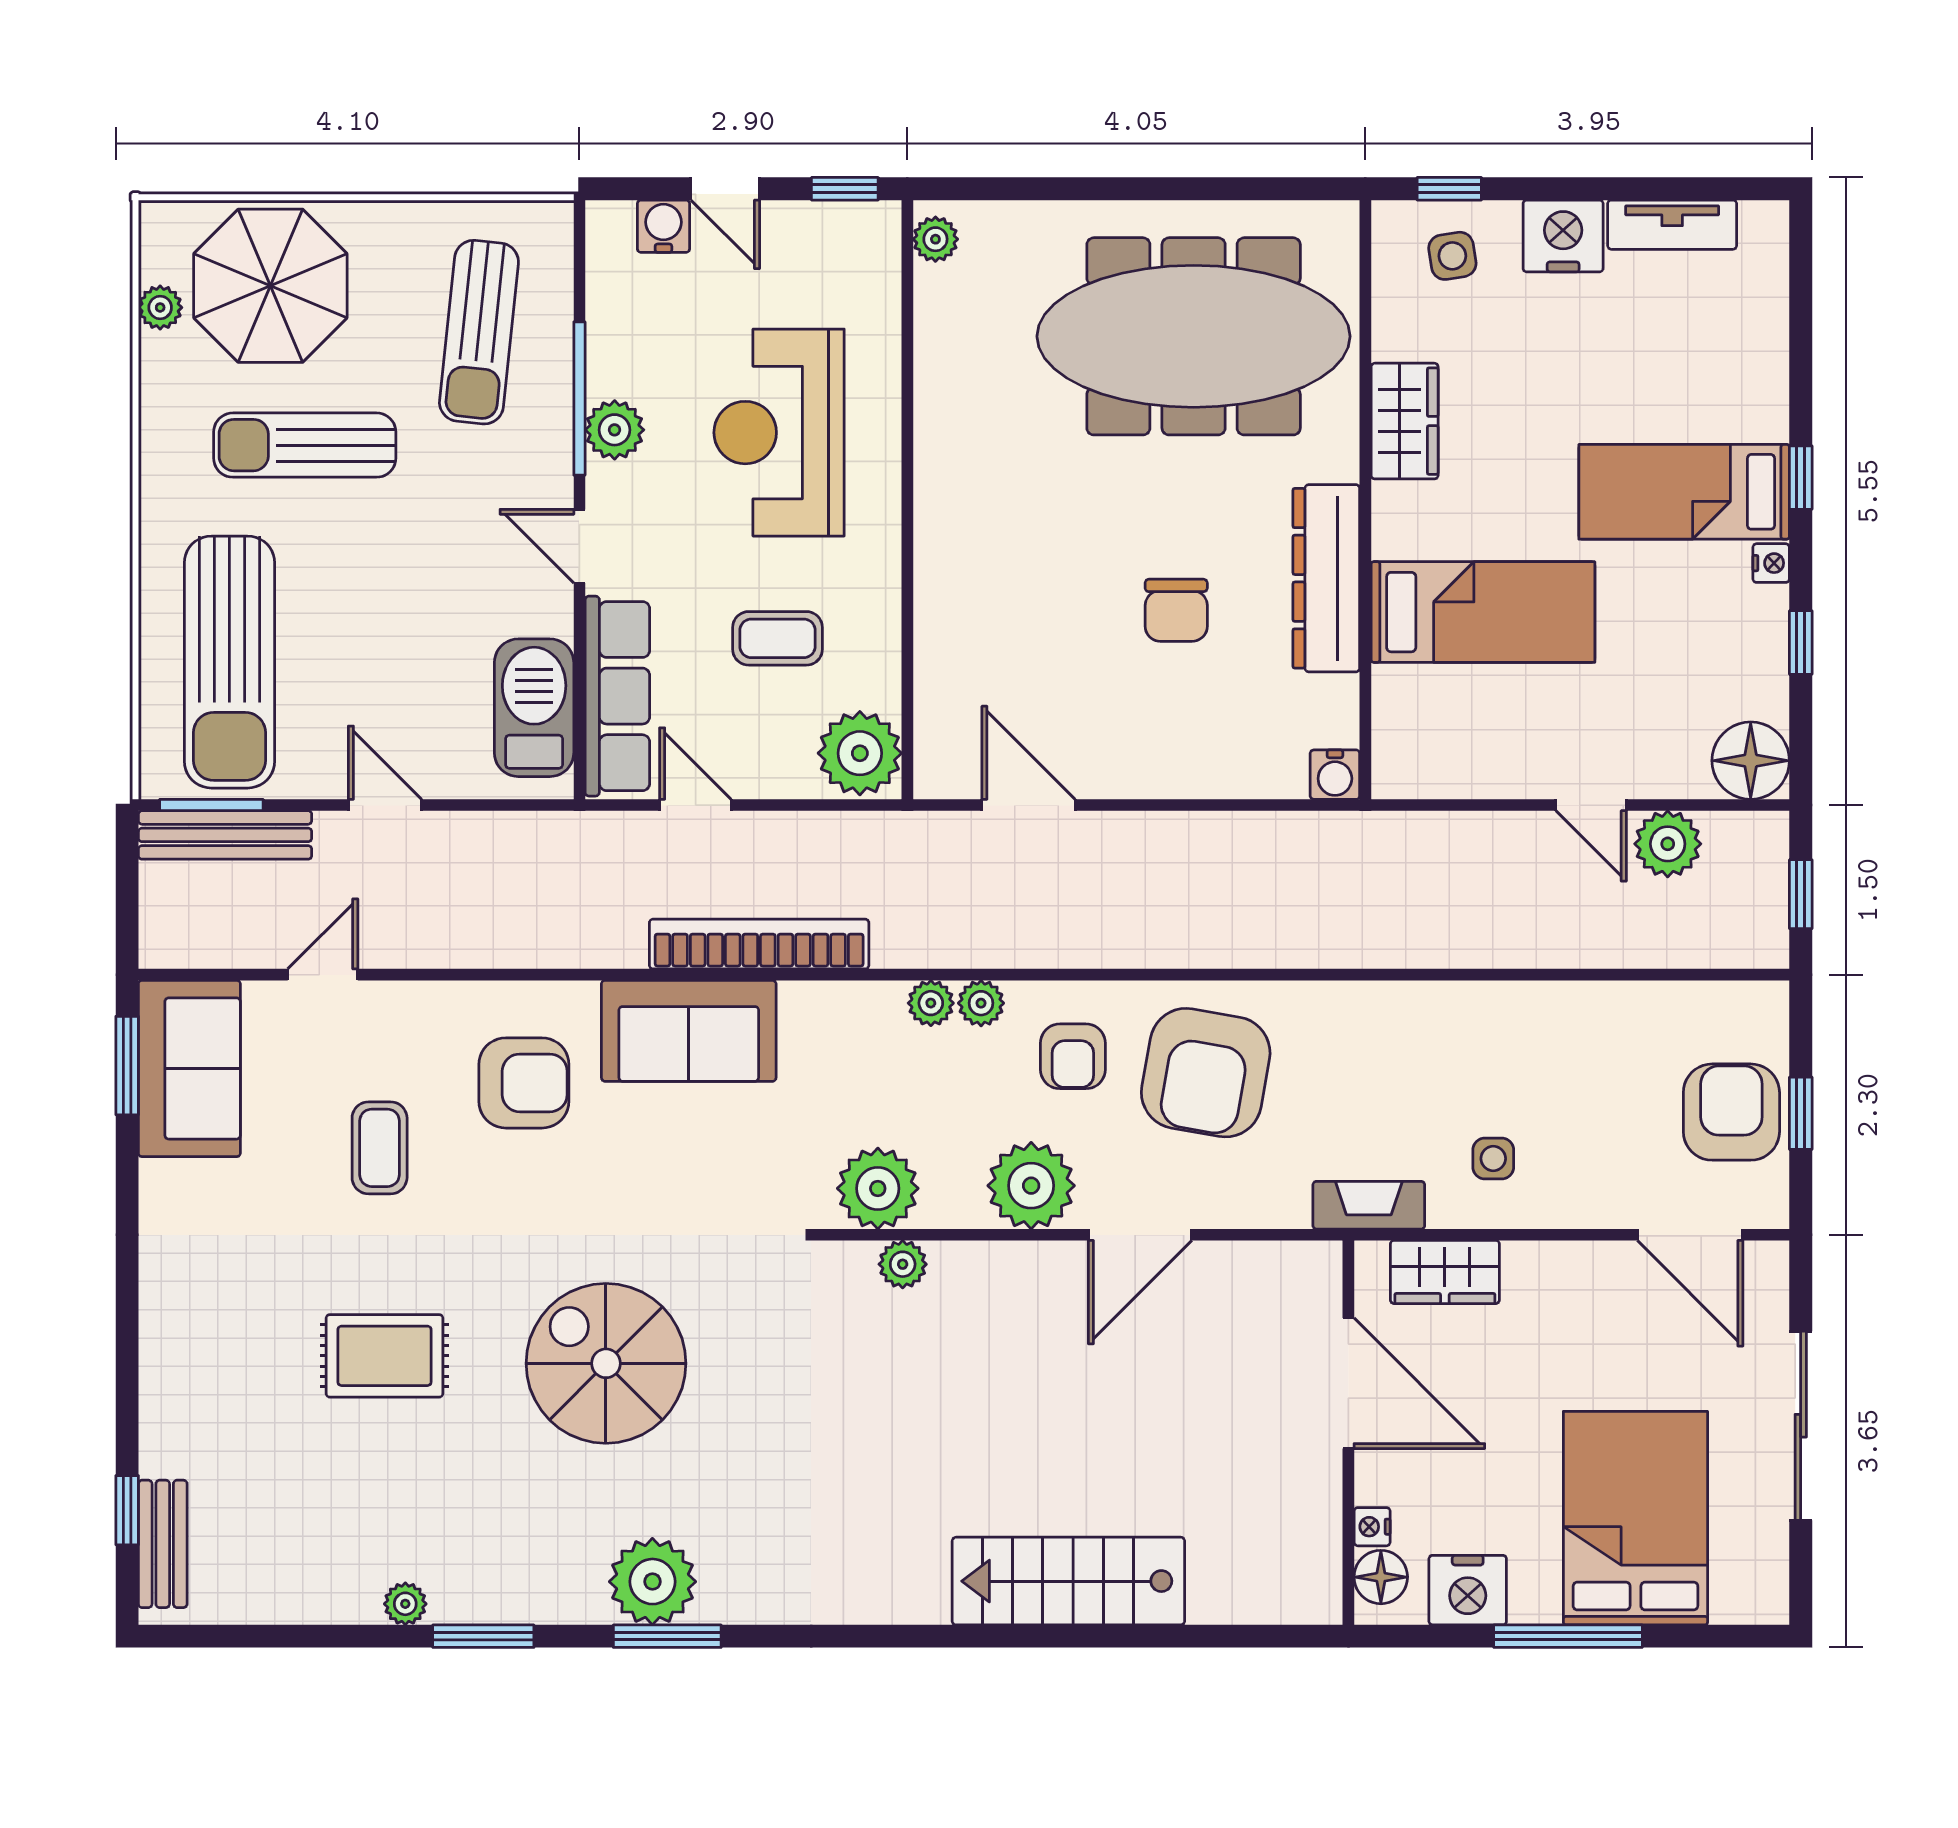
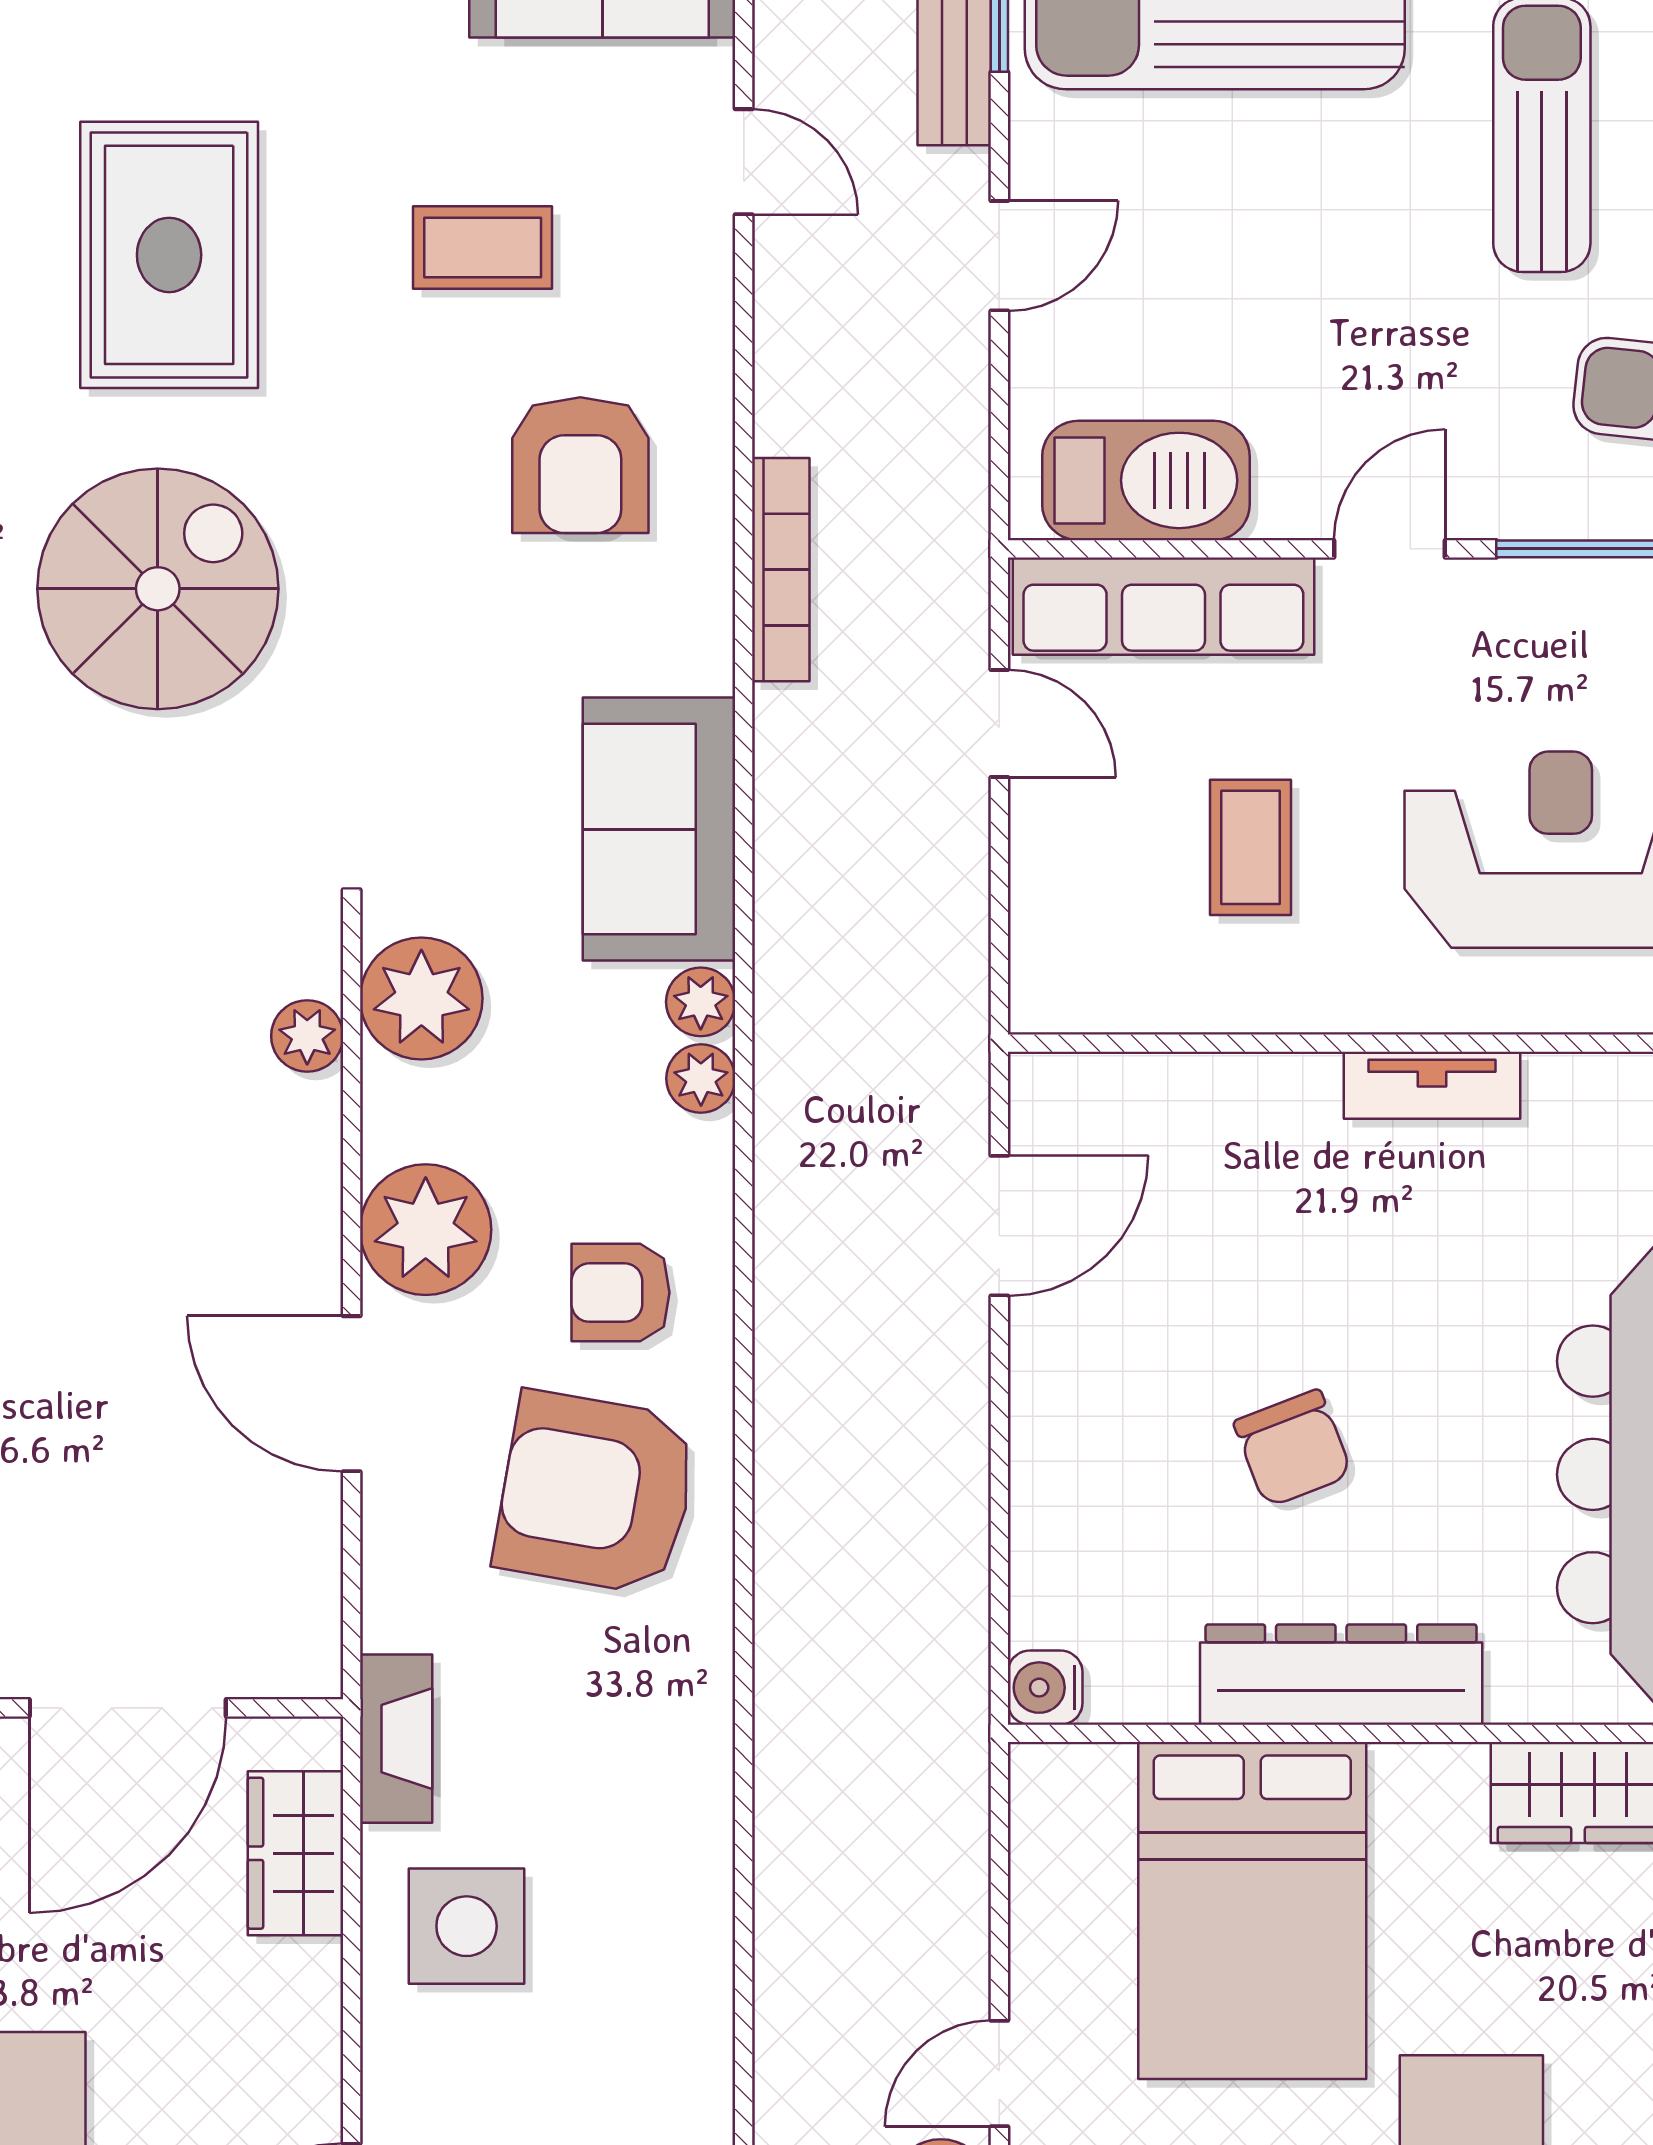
plant: (615, 430) -> (1565, 602), removed
tv unit: (935, 518) -> (1432, 1085), added
chair: (1176, 610) -> (1293, 1448), turned -111
bed: (1483, 612) -> (1252, 1911), width x1.50
plant: (860, 753) -> (1077, 971), removed
door: (695, 805) -> (999, 724), hinge flipped
bookcase: (759, 944) -> (781, 570), moved, width x0.68, depth x0.76
plant: (981, 1003) -> (701, 1002), moved
sofa: (689, 1031) -> (659, 829), moved
side table: (1493, 1159) -> (467, 1926), width x1.87, depth x1.87
rug: (384, 1356) -> (169, 255), width x1.36, depth x1.43

